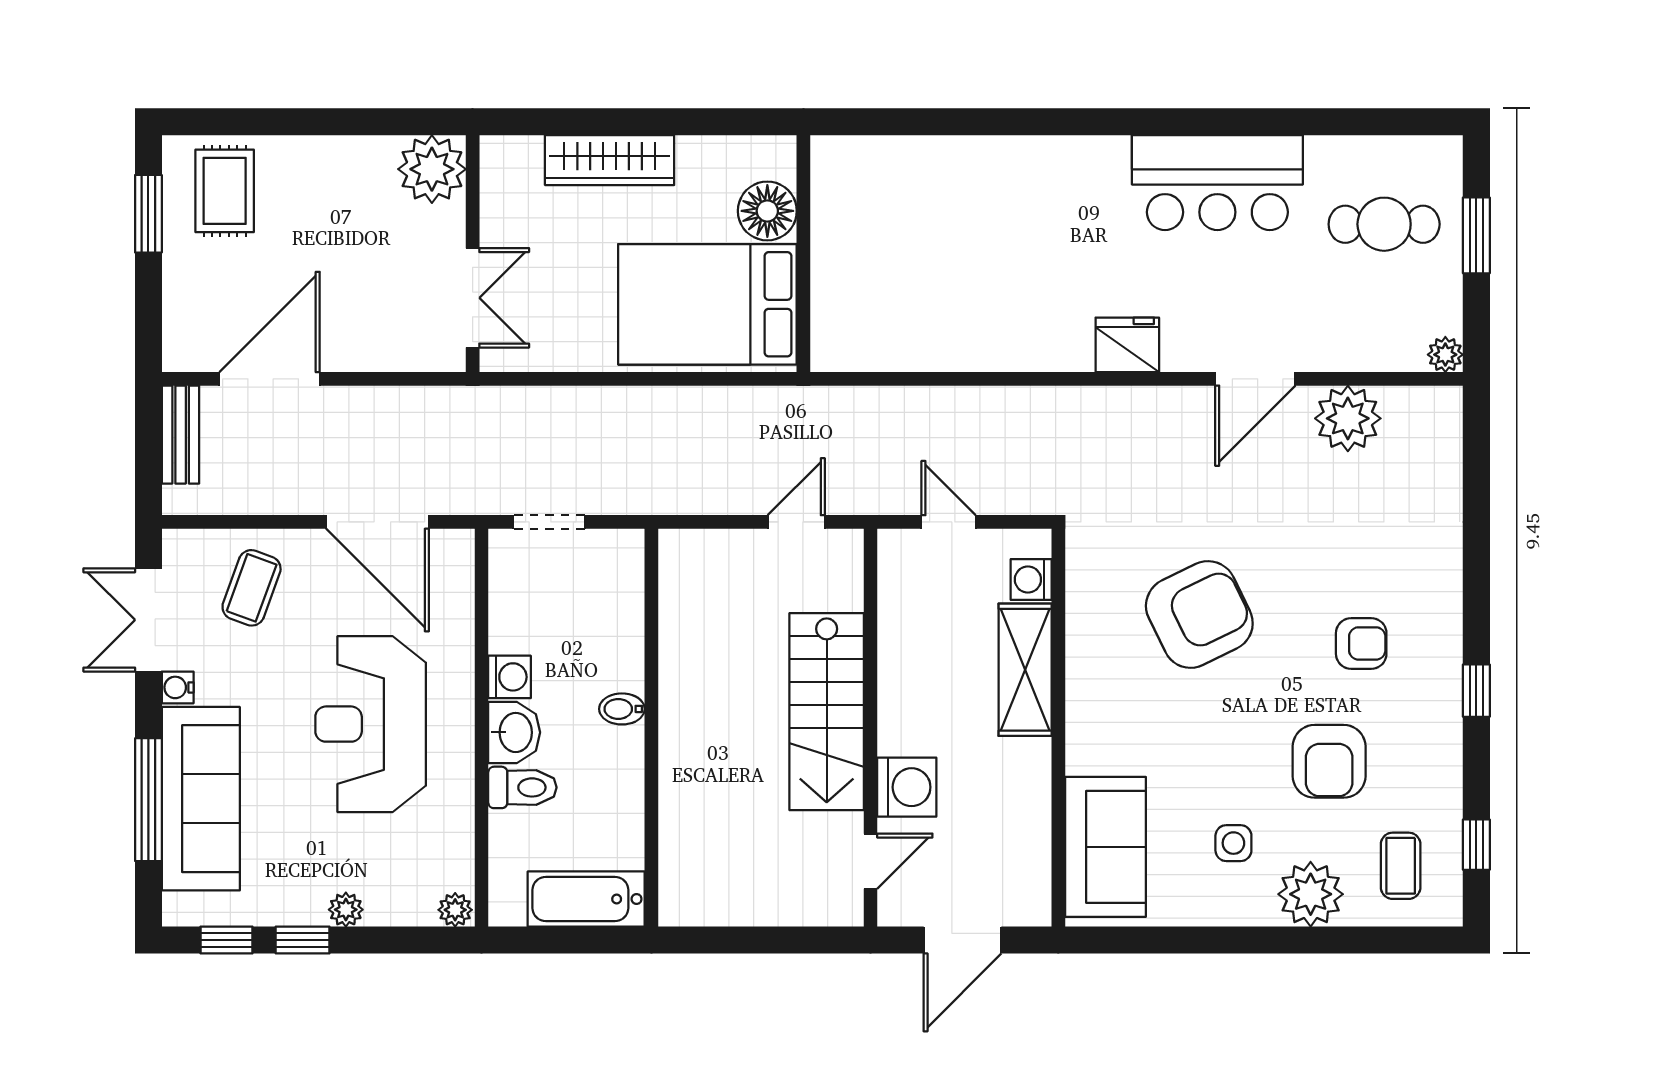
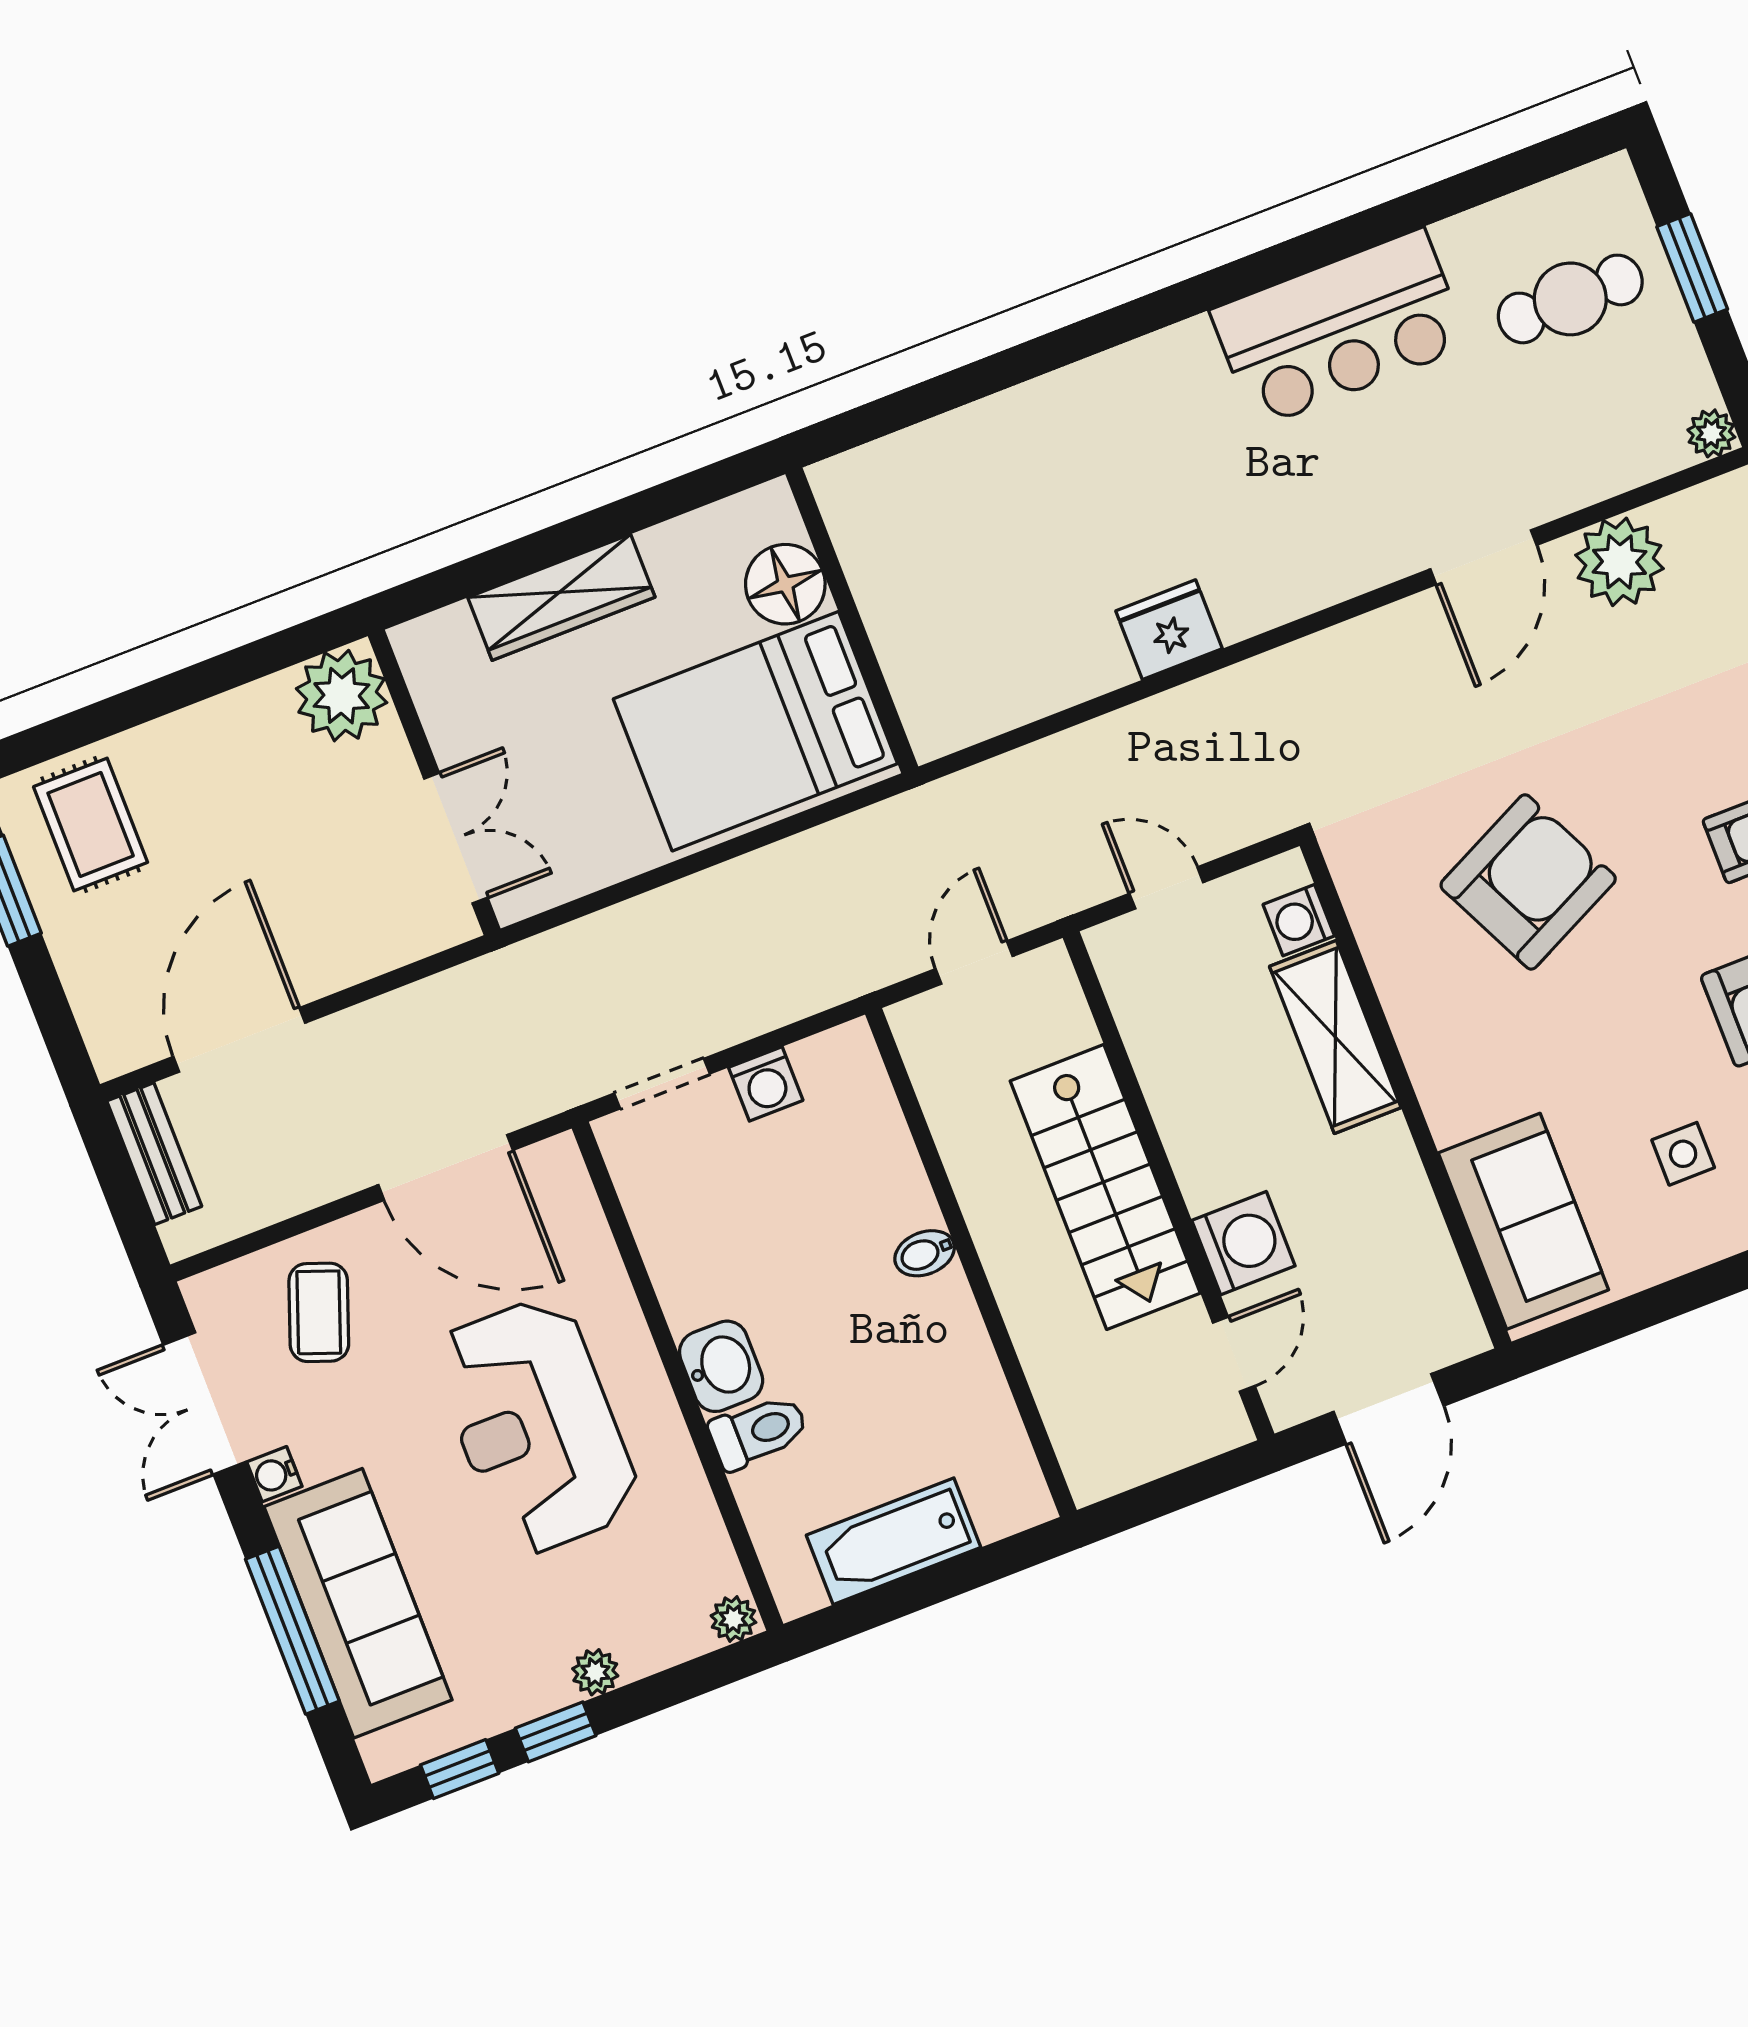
fridge: (1127, 345) -> (1169, 630), moved
washing machine: (510, 677) -> (766, 1084), moved, turned 90
bidet: (622, 709) -> (925, 1253), moved
wall: (651, 728) -> (971, 1262), moved

